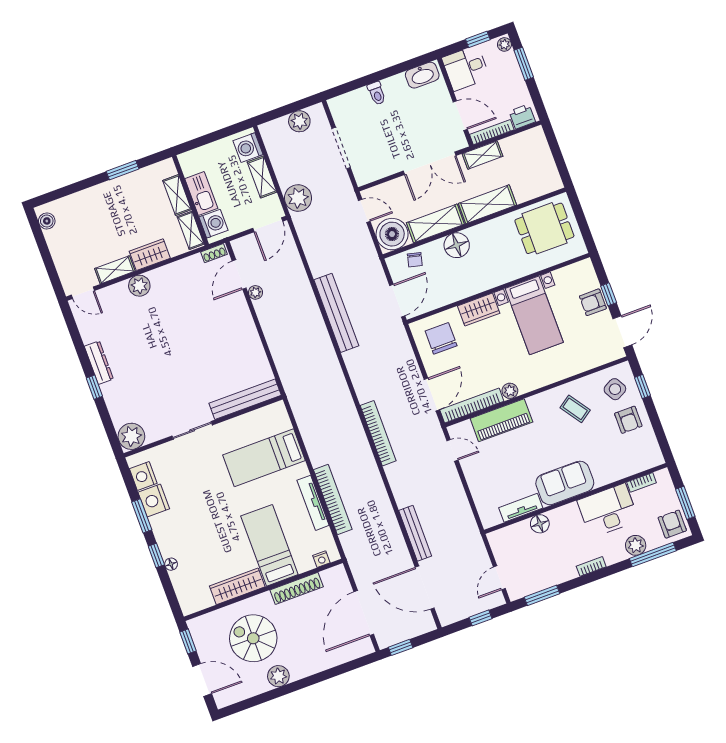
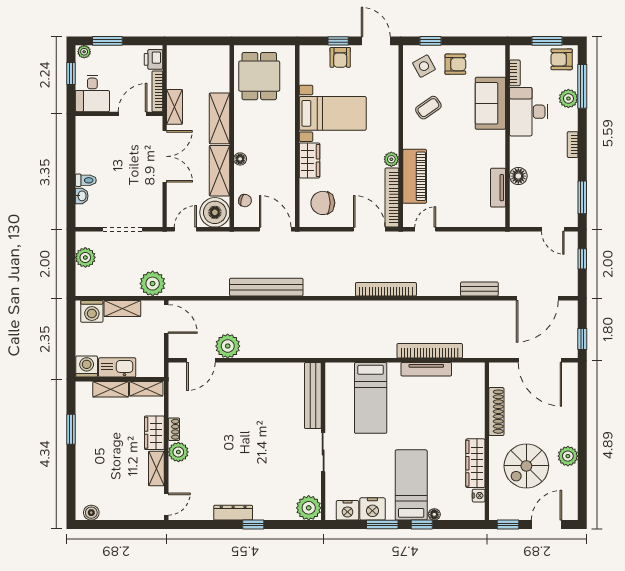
washbasin: (422, 75) -> (82, 196), moved, width x0.52, depth x0.69
washing machine: (213, 224) -> (87, 367), moved
floor lamp: (457, 245) -> (240, 159), width x0.53, depth x0.53
shoe rack: (214, 253) -> (174, 429), moved
door: (239, 274) -> (201, 360), hinge flipped
plant: (256, 292) -> (228, 346), width x1.88, depth x1.88
sofa: (565, 483) -> (490, 103), moved
bench: (415, 533) -> (479, 289), width x0.73
bed: (269, 545) -> (411, 485), moved, turned 90
nightstand: (321, 559) -> (479, 496), moved

